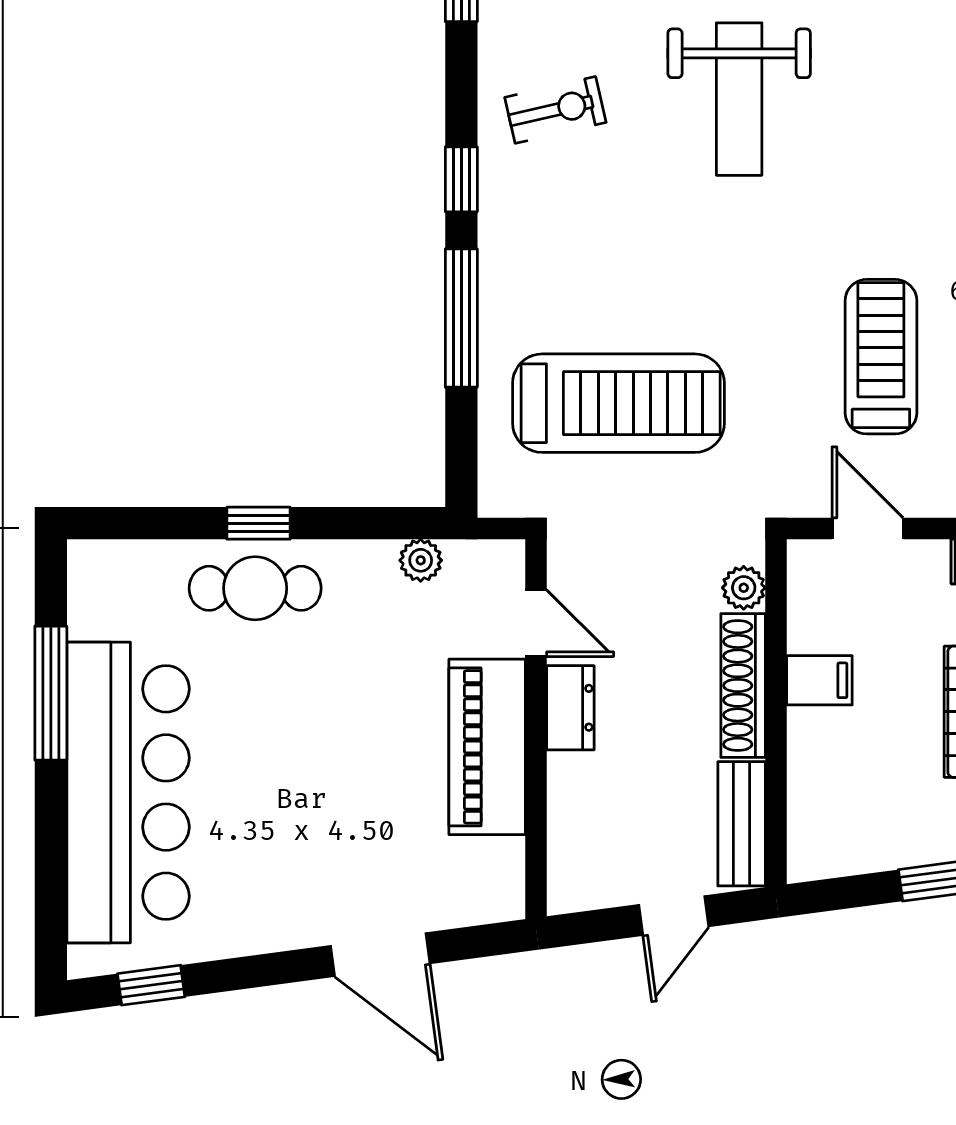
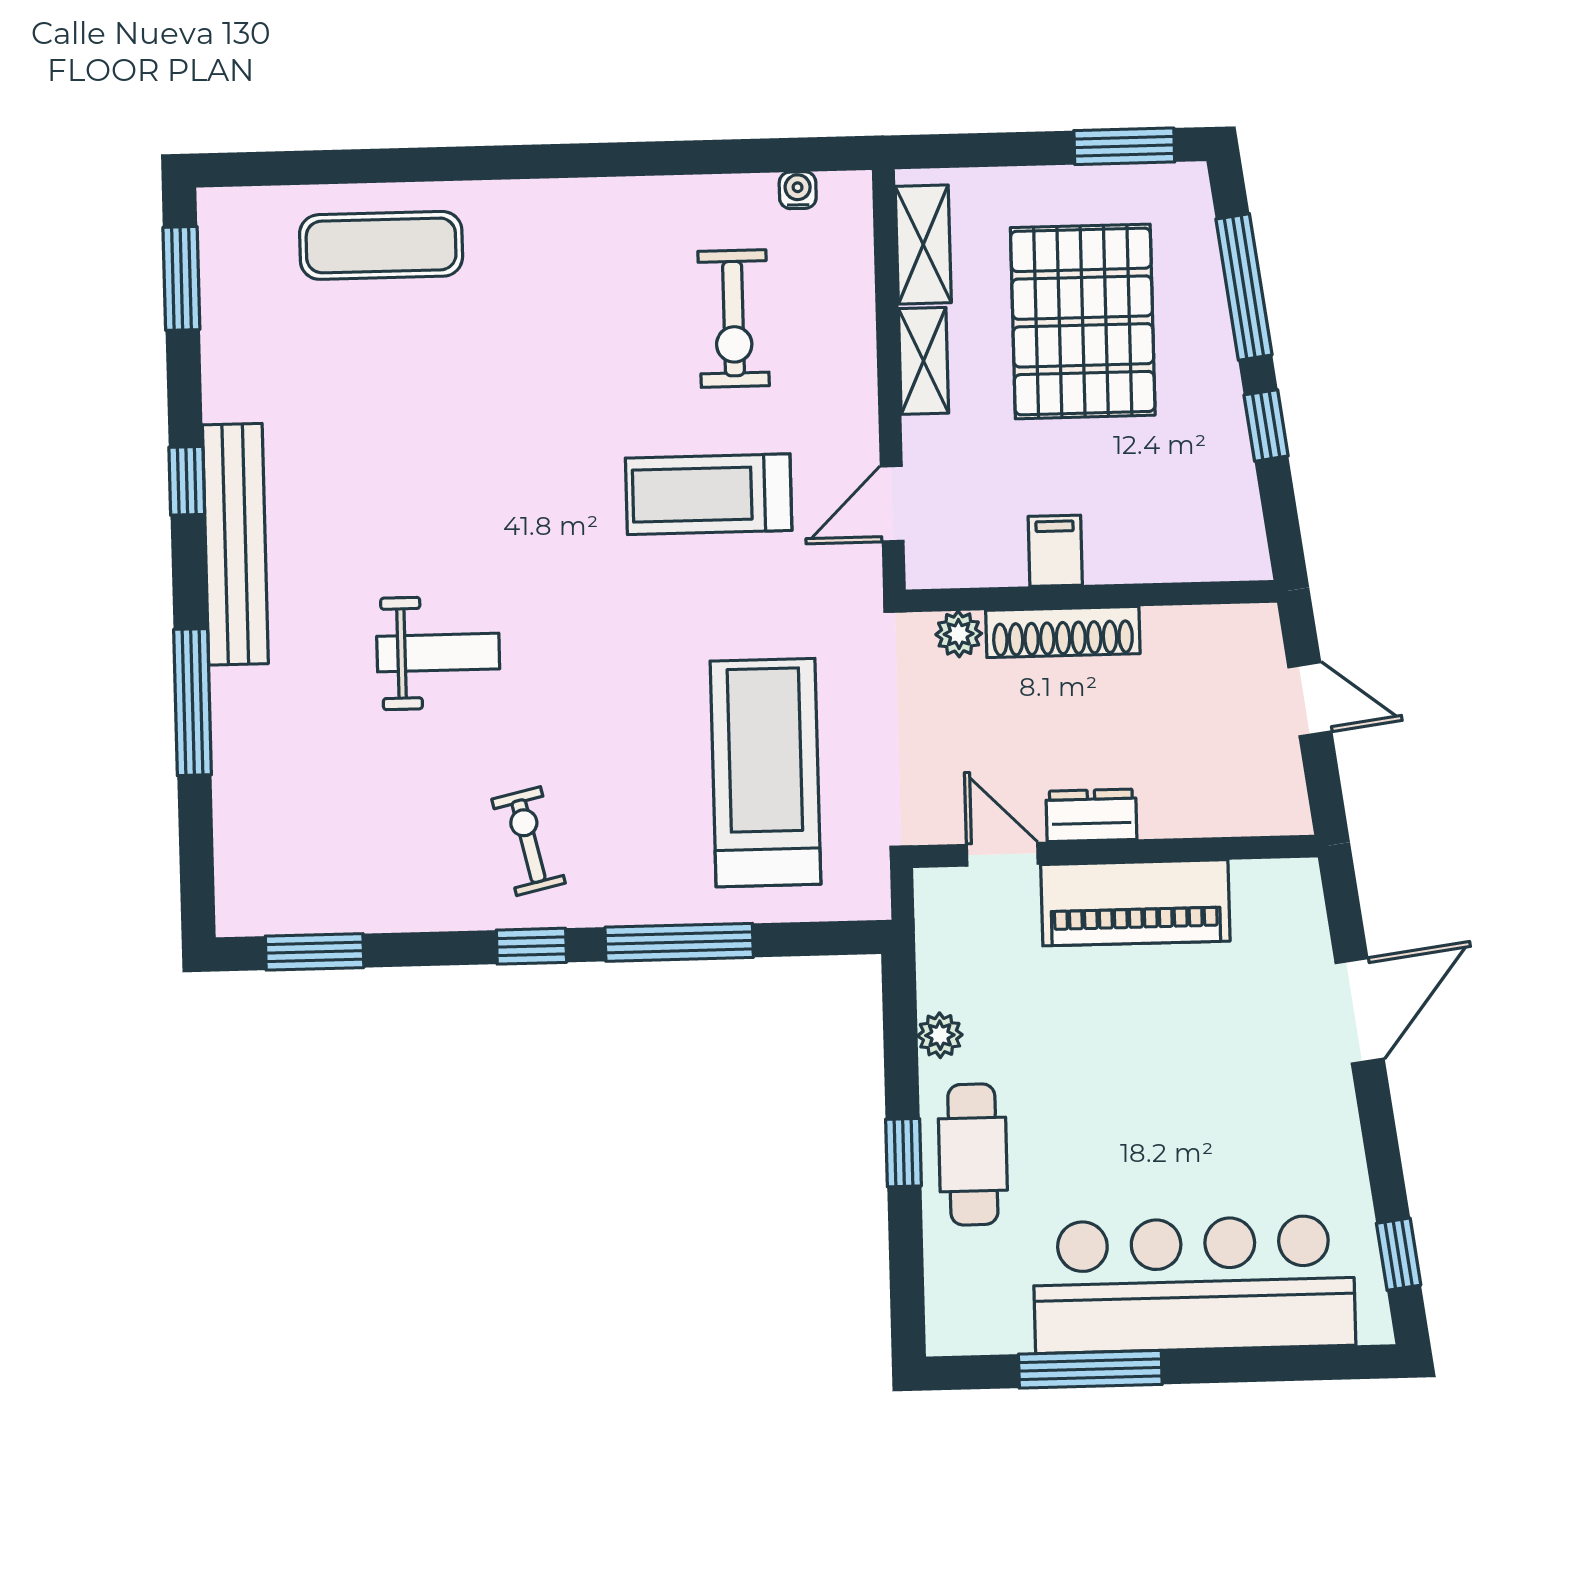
weight bench: (739, 99) -> (438, 653), width x0.73, depth x0.75
exercise bike: (555, 110) -> (529, 841), moved
plant: (421, 560) -> (940, 1035), moved
door: (536, 623) -> (1002, 854), hinge flipped
bench: (742, 824) -> (1210, 630), removed

